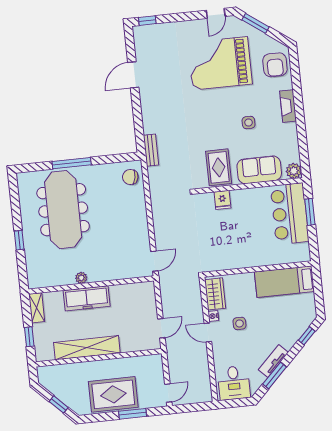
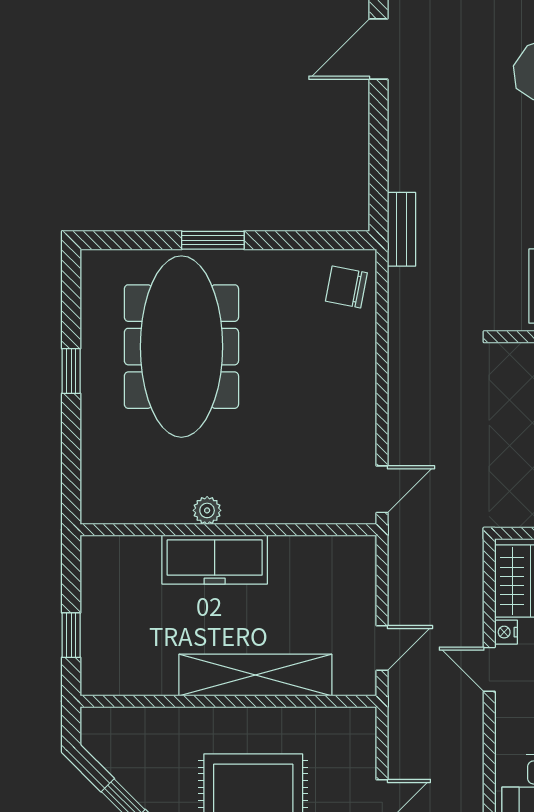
window: (72, 163) -> (213, 240), width x0.69
window: (19, 240) -> (71, 371), moved
shelving: (37, 308) -> (95, 569), removed
shelving: (87, 348) -> (255, 675), moved

